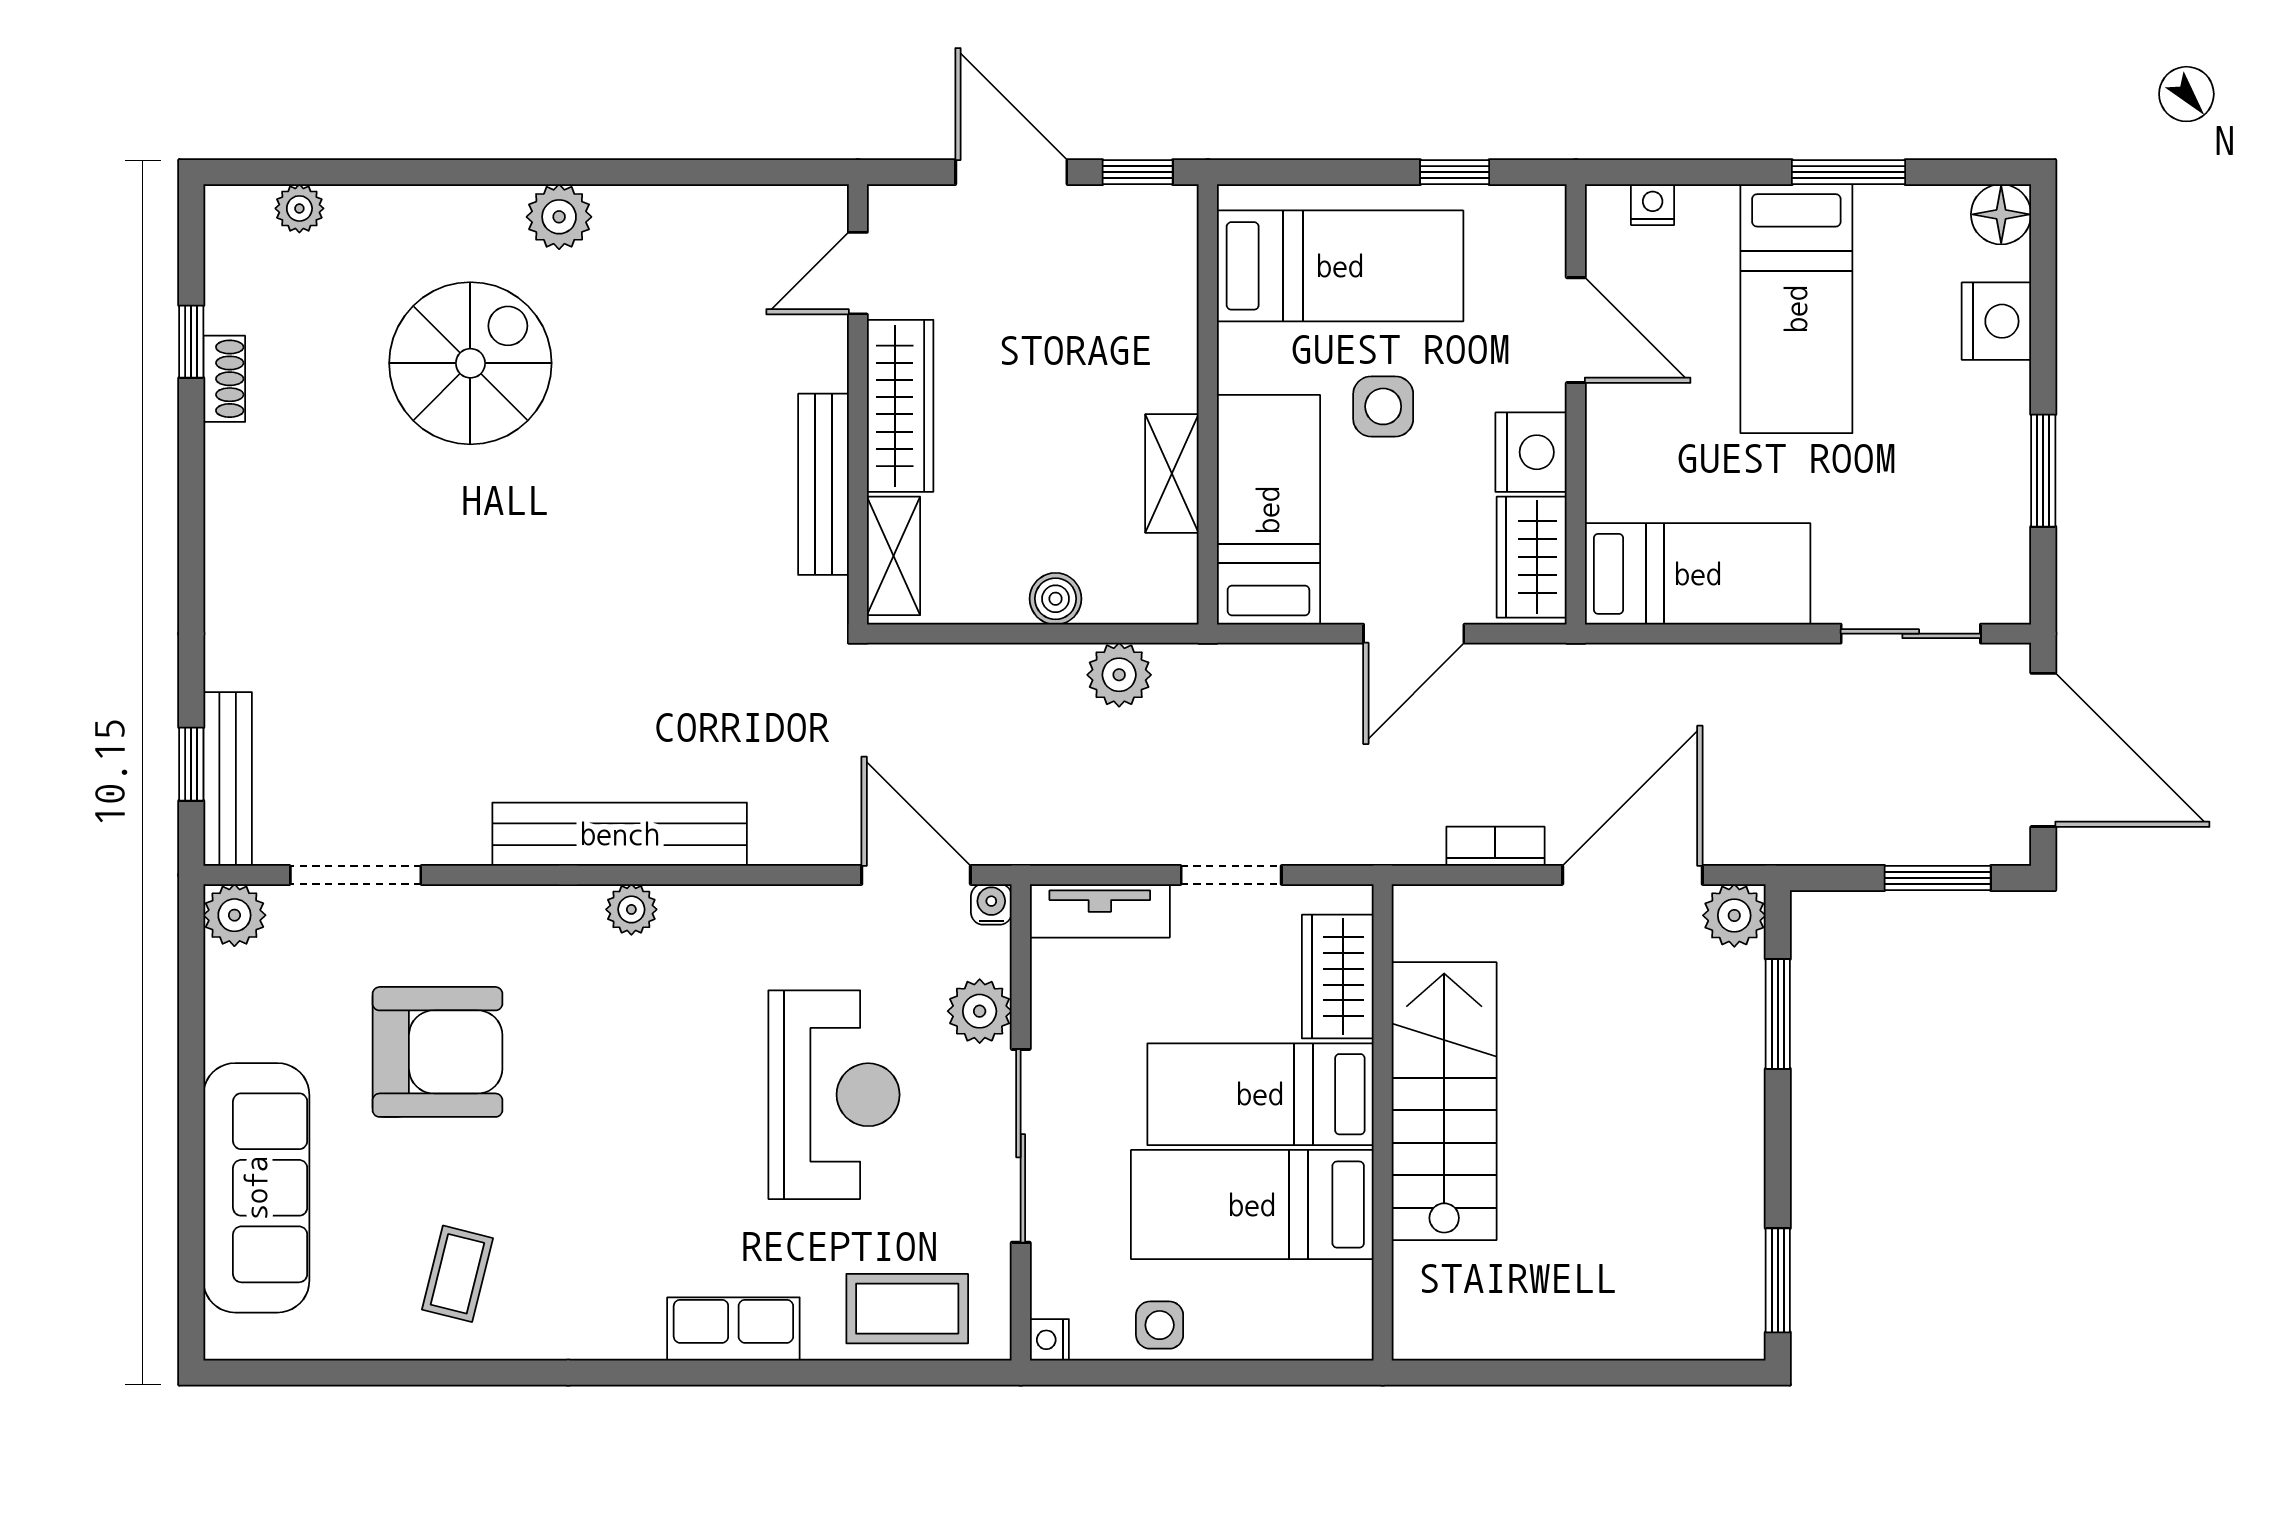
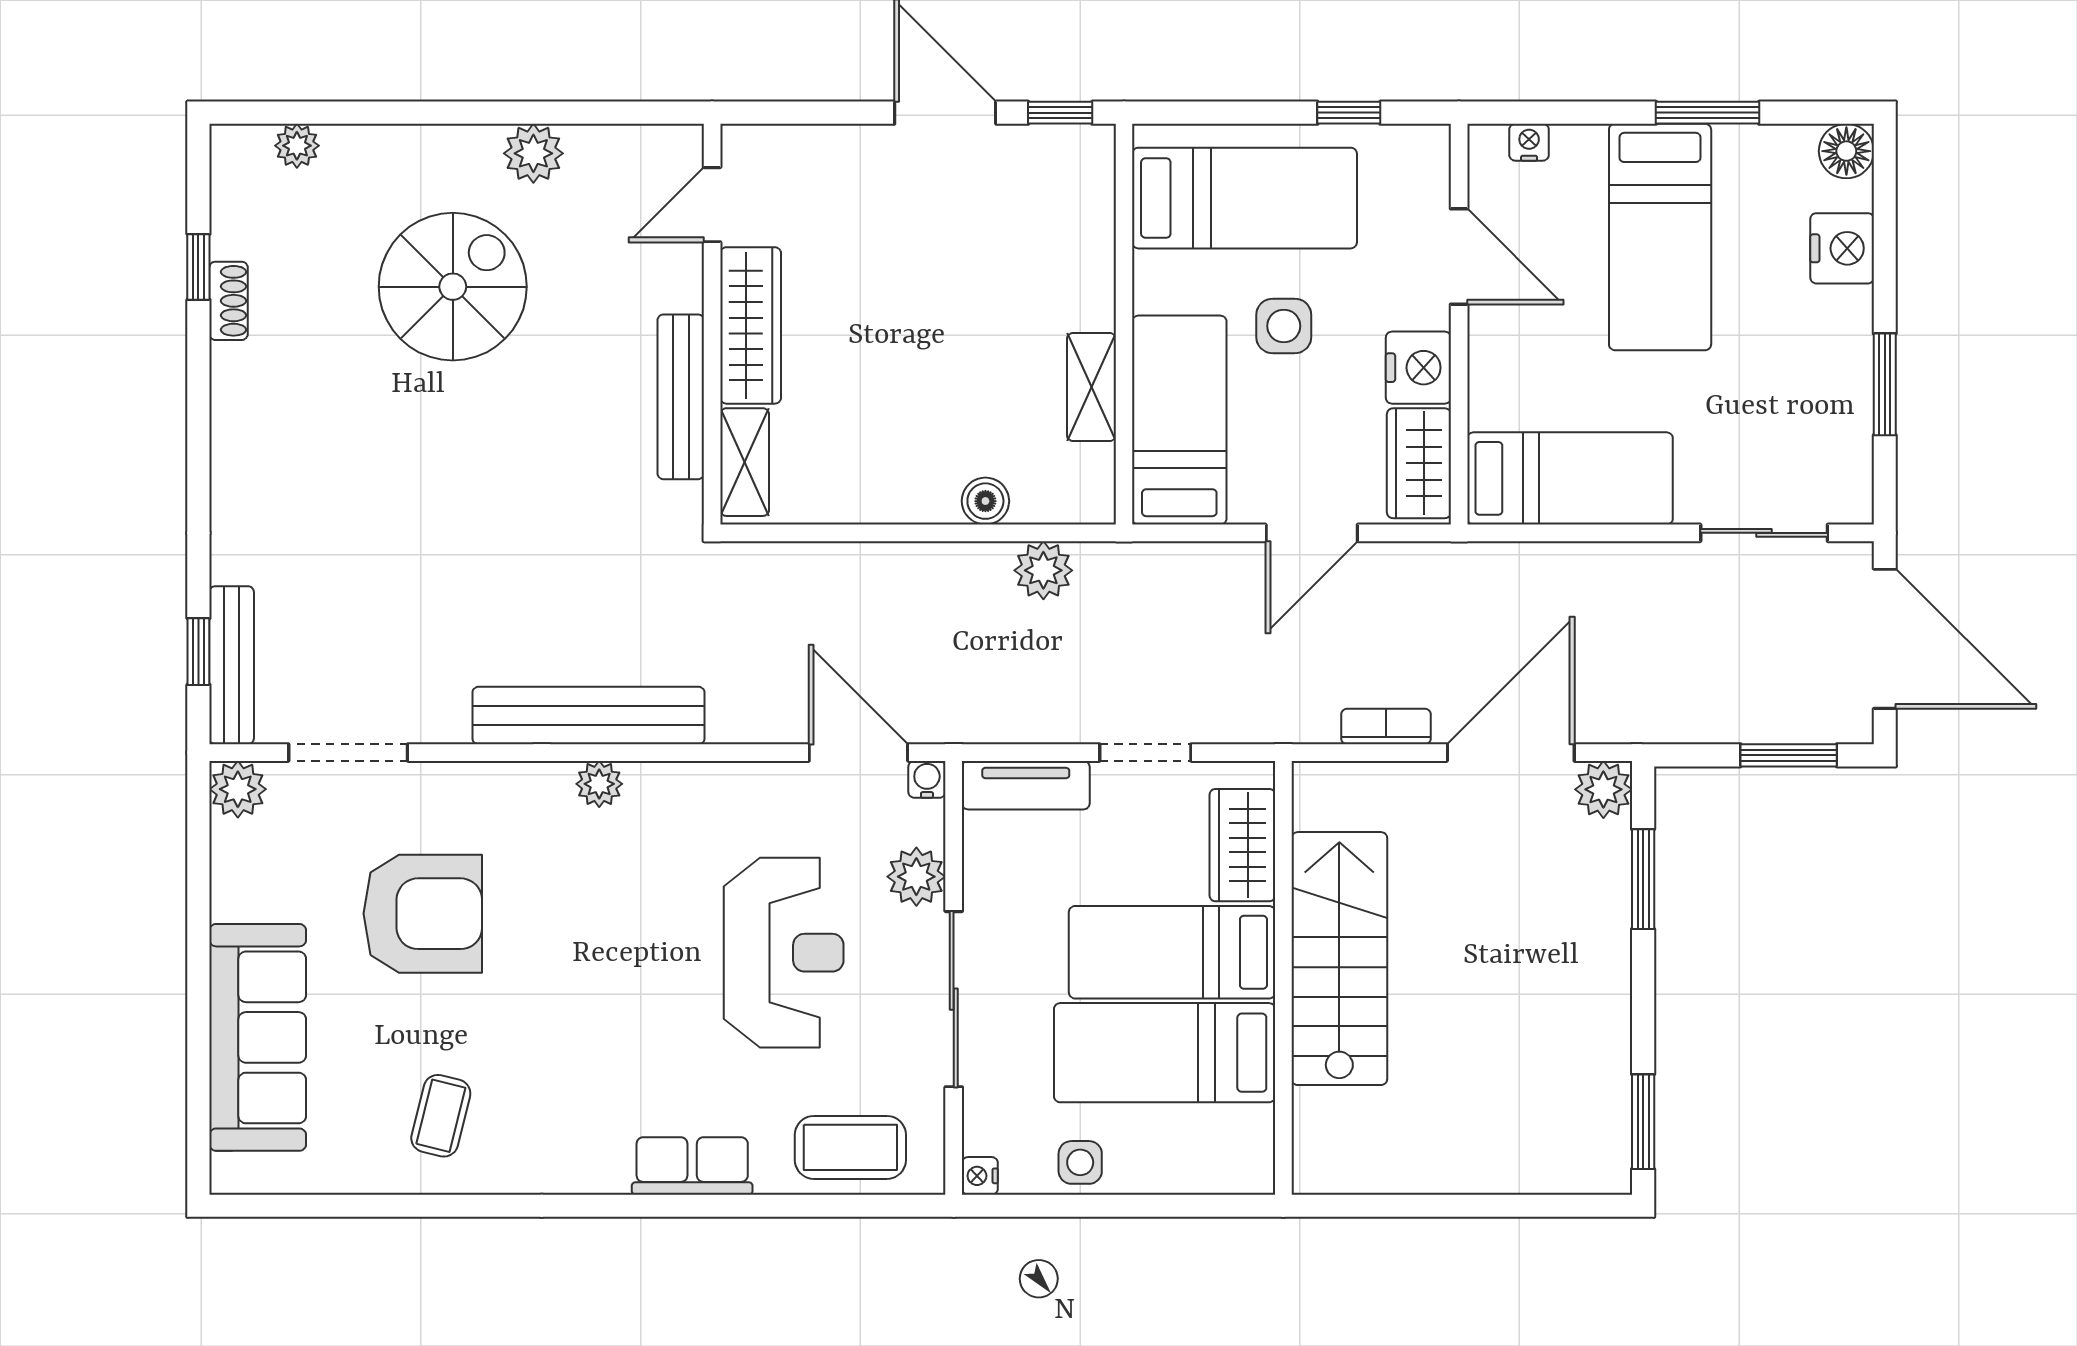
door: (858, 273) -> (712, 205), moved
wall: (858, 404) -> (712, 324), moved
wardrobe: (900, 406) -> (751, 325), moved
bench: (823, 484) -> (681, 397), moved
shelving: (894, 556) -> (745, 462), moved

